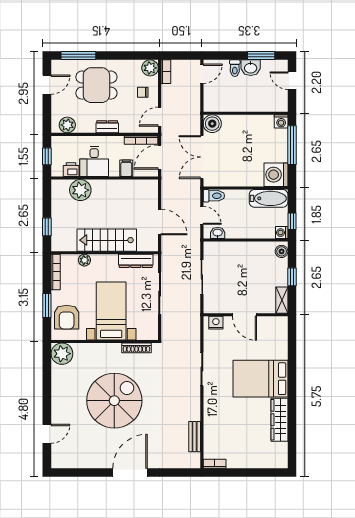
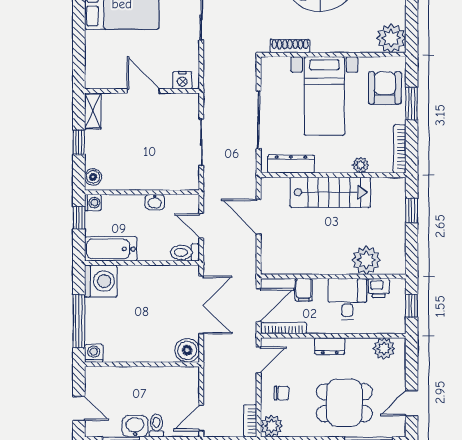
washbasin: (218, 233) -> (155, 202), moved

